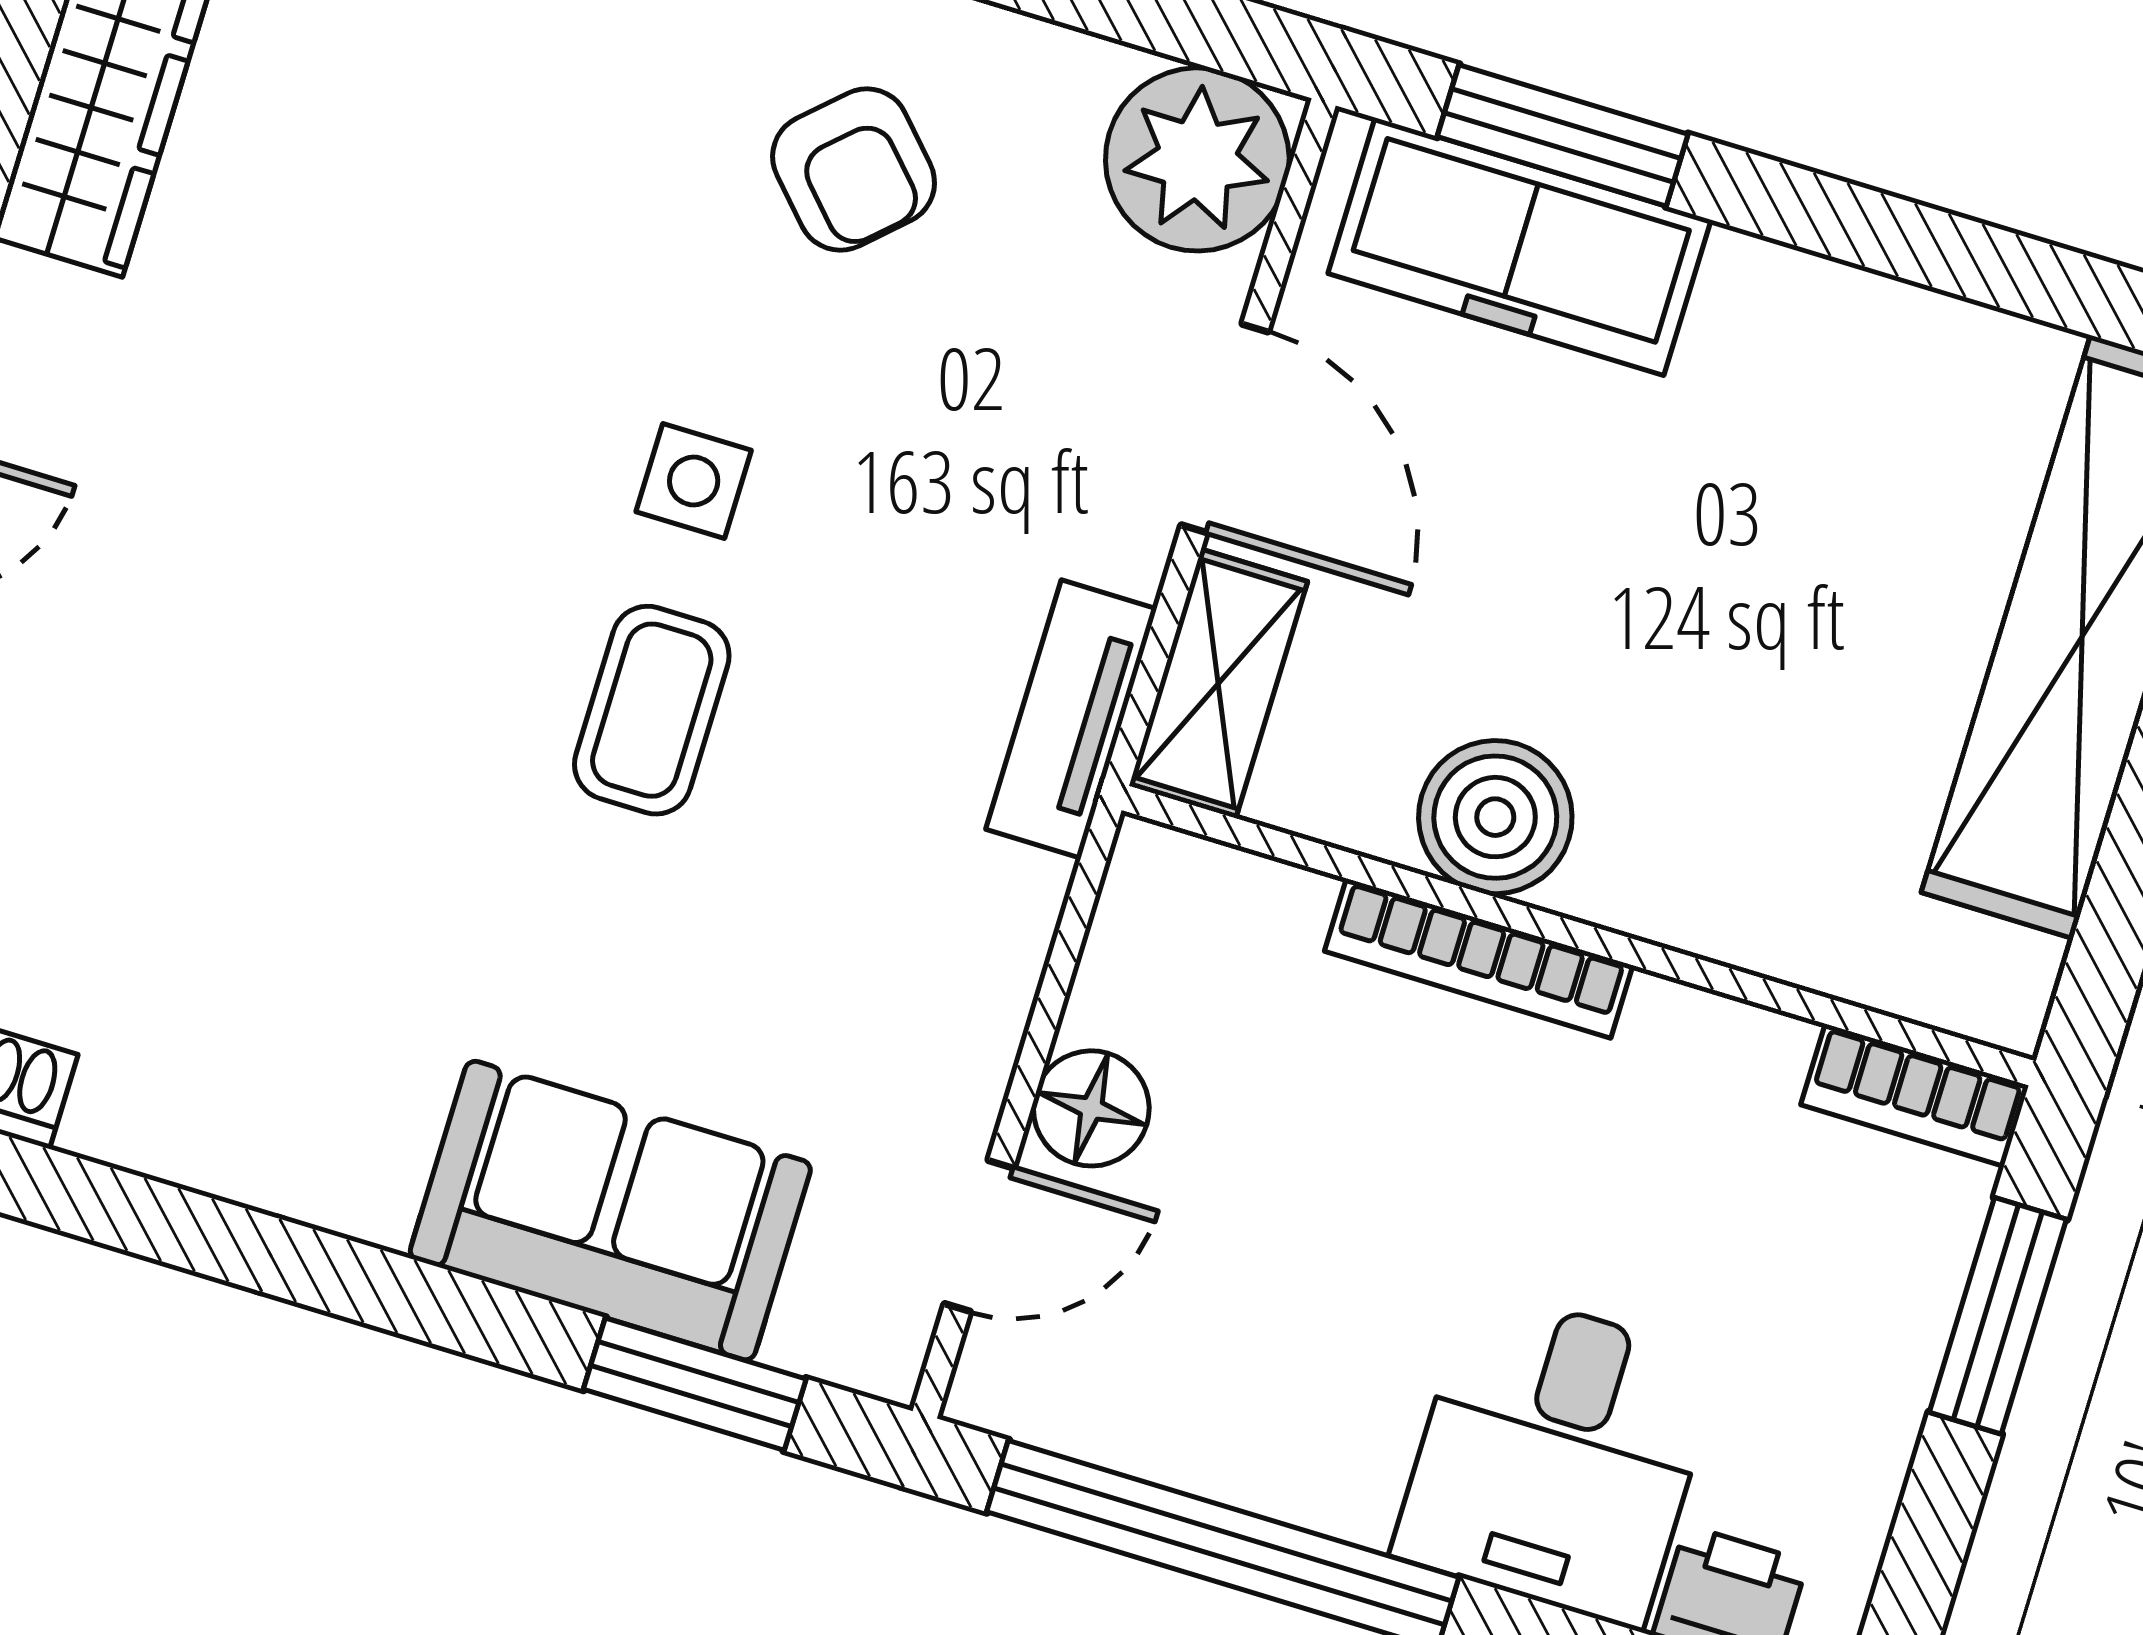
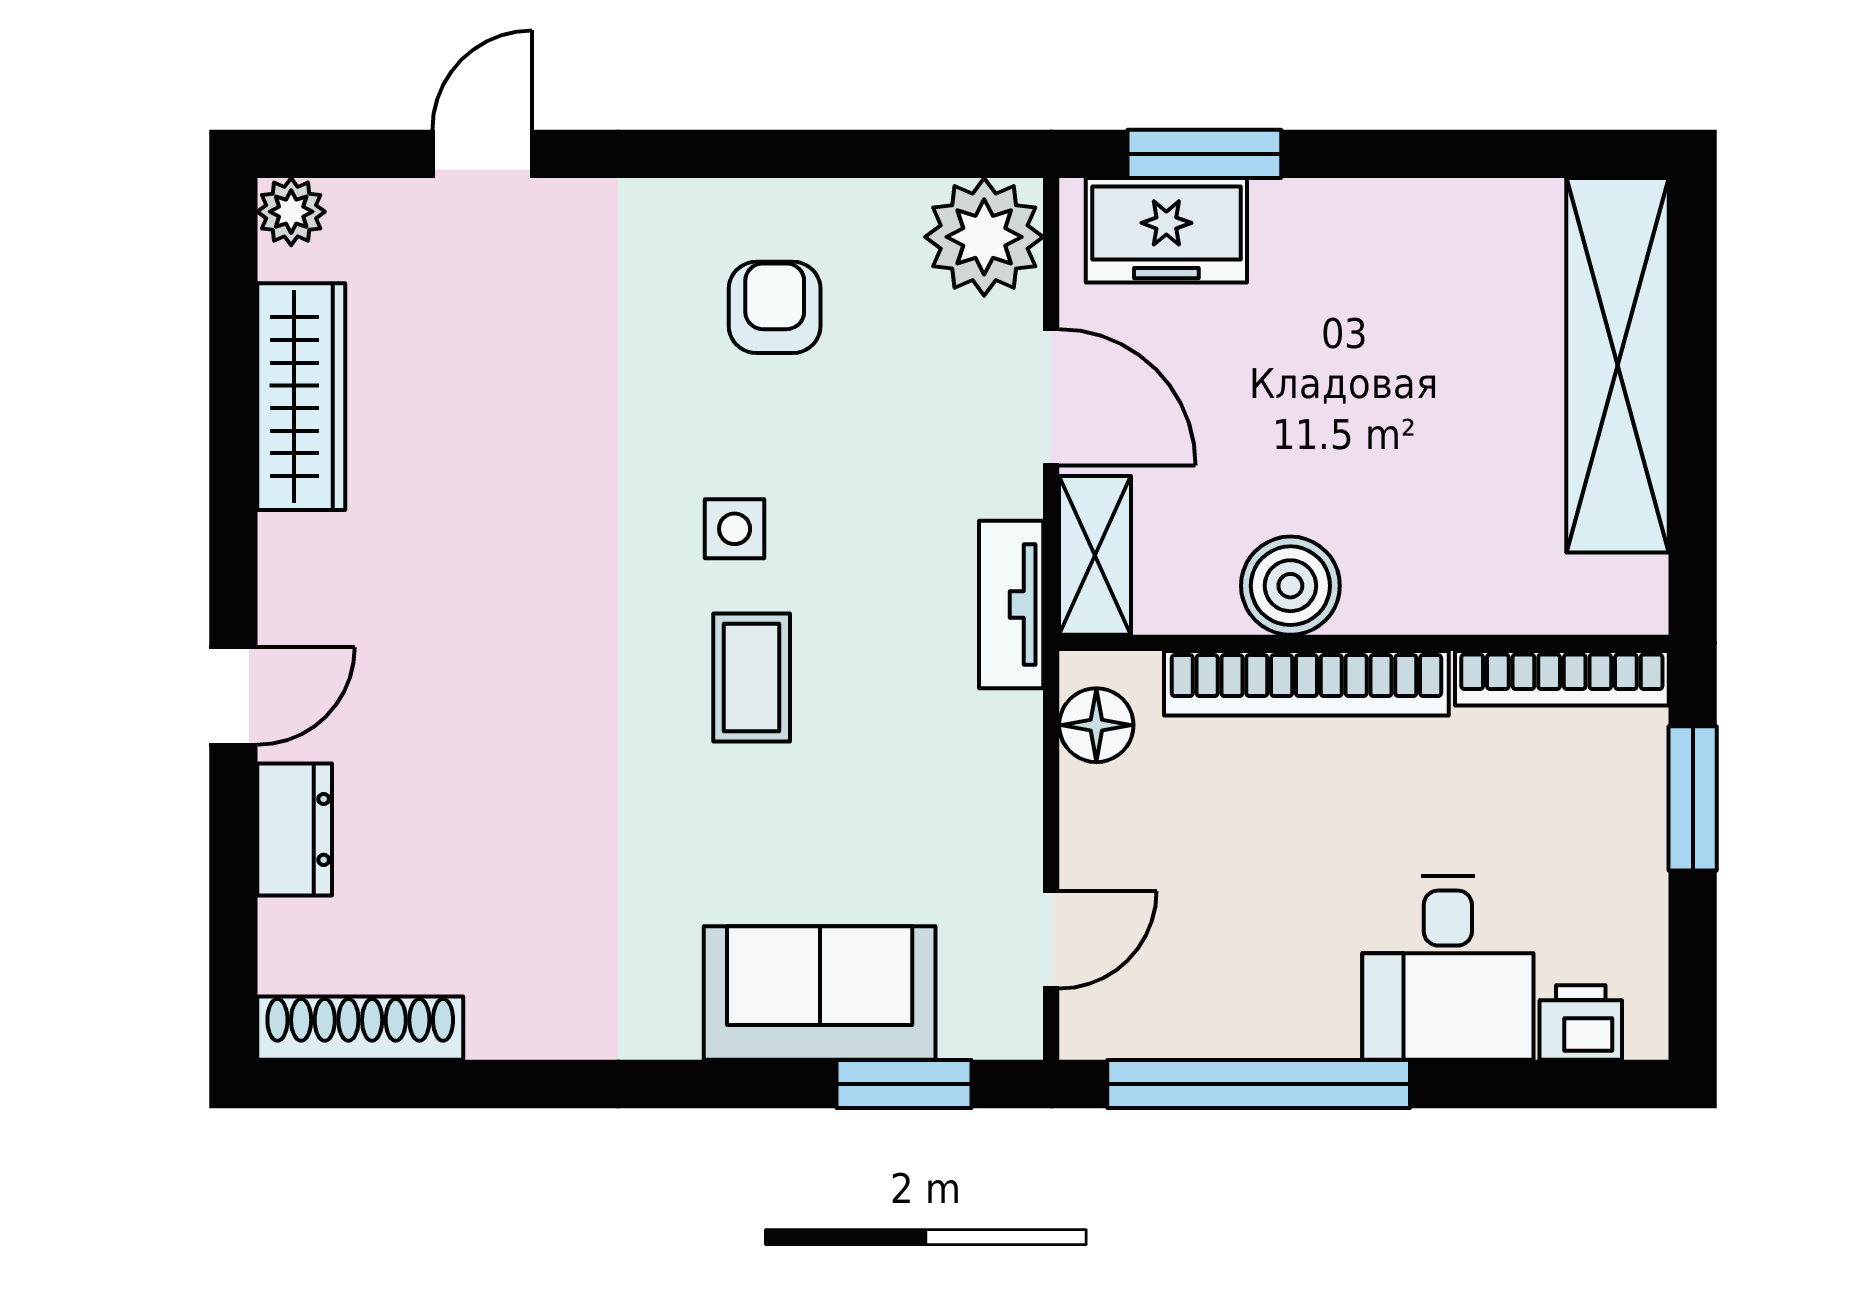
armchair: (854, 170) -> (775, 307), turned -137
freezer: (1519, 247) -> (1166, 230), width x0.71
bookcase: (1479, 958) -> (1306, 683), width x1.48, depth x1.31
bookcase: (1915, 1095) -> (1562, 678), width x1.56
floor lamp: (1091, 1108) -> (1096, 725), moved

